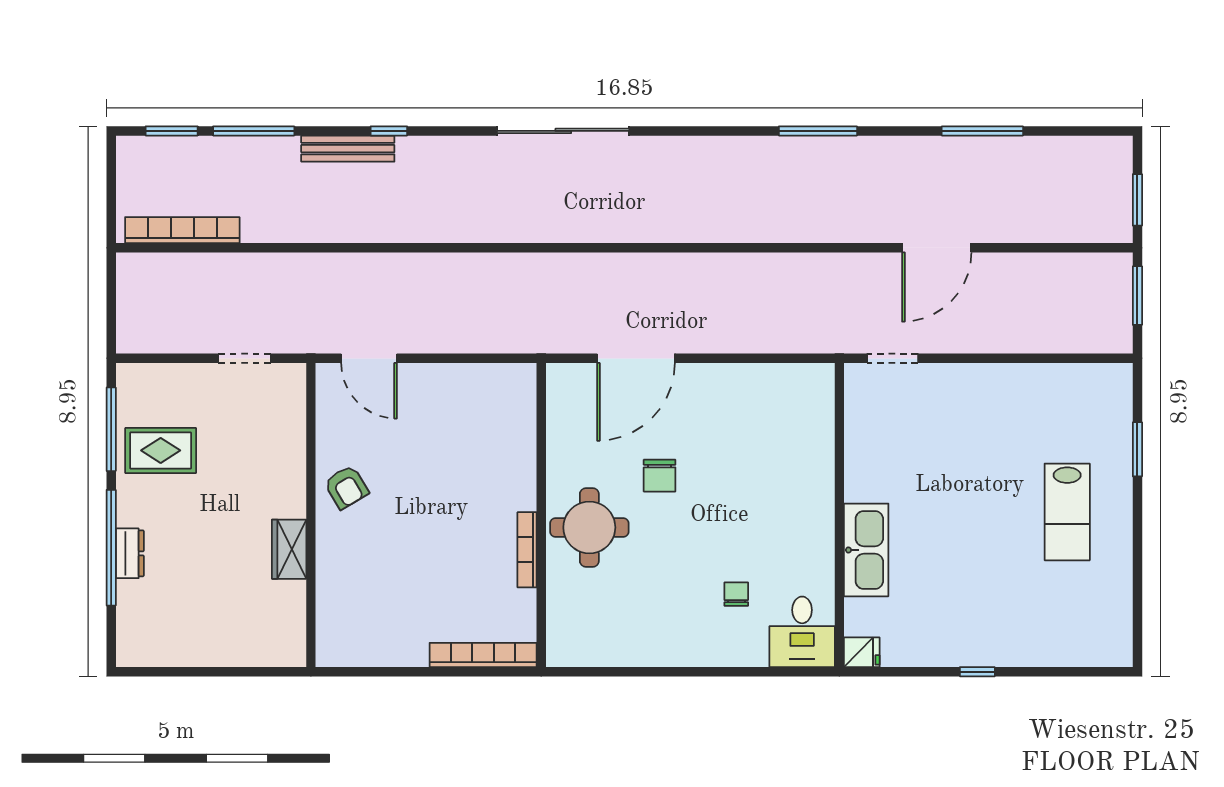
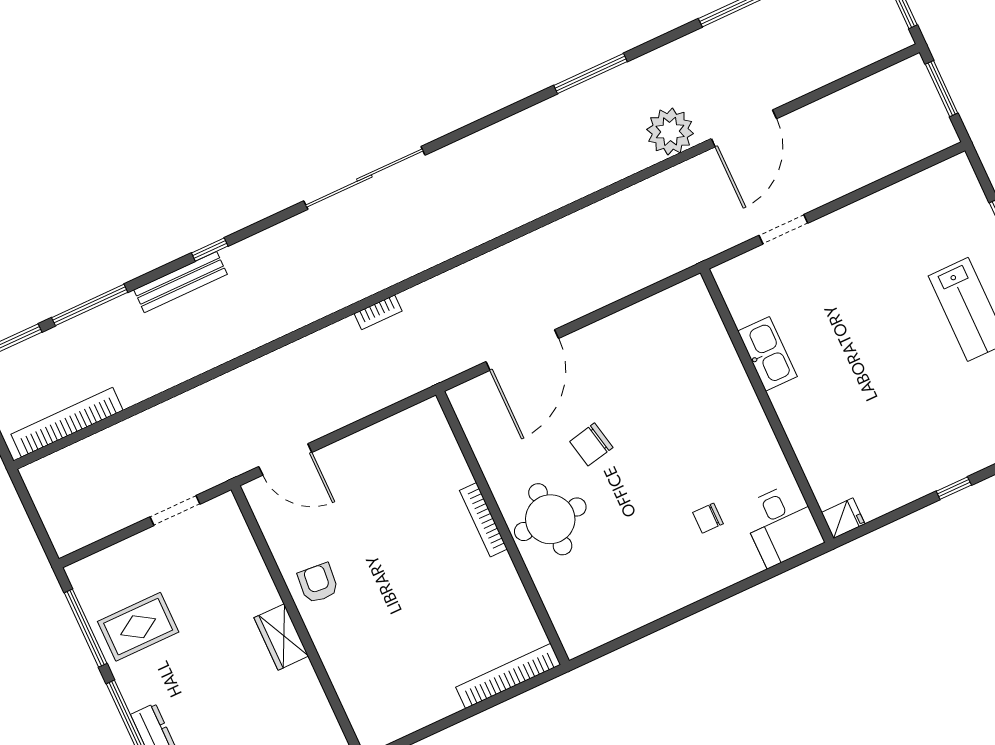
plant: (867, 219) -> (670, 131), added
bookcase: (518, 261) -> (378, 312), added
doorway: (893, 358) -> (783, 229), moved
chair: (660, 476) -> (591, 444), turned 78
armchair: (346, 487) -> (318, 583), turned -144
wardrobe: (289, 549) -> (281, 637), moved
bookcase: (527, 550) -> (483, 520), moved
kitchen sink: (866, 550) -> (767, 354), moved, width x0.73, depth x0.81
chair: (736, 594) -> (708, 518), turned -90

